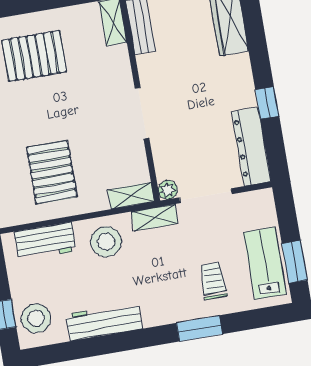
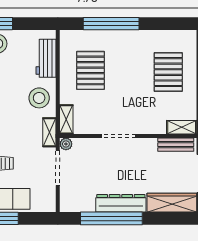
window: (267, 103) -> (111, 218), width x3.17
dresser: (251, 147) -> (121, 203), moved
pallet: (52, 172) -> (91, 70), turned 90

